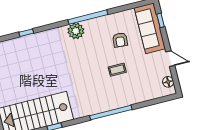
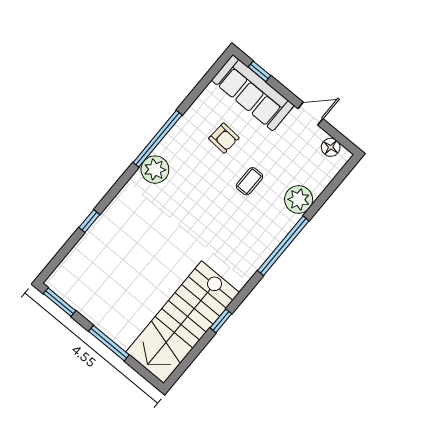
plant: (134, 96) -> (299, 199), added

